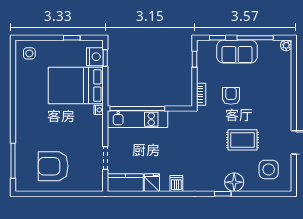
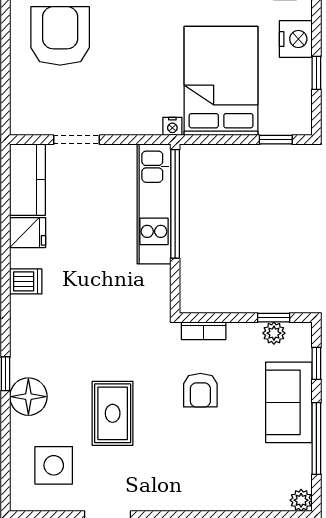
nightstand: (95, 57) -> (296, 39), moved, turned -90
plant: (202, 59) -> (274, 333), added
armchair: (231, 96) -> (200, 390), turned 90

